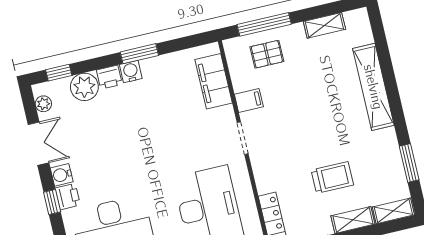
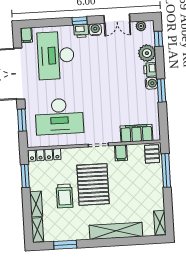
shelving: (324, 25) -> (160, 223), moved
pallet: (267, 54) -> (152, 154), moved
pallet: (306, 136) -> (93, 184), added

